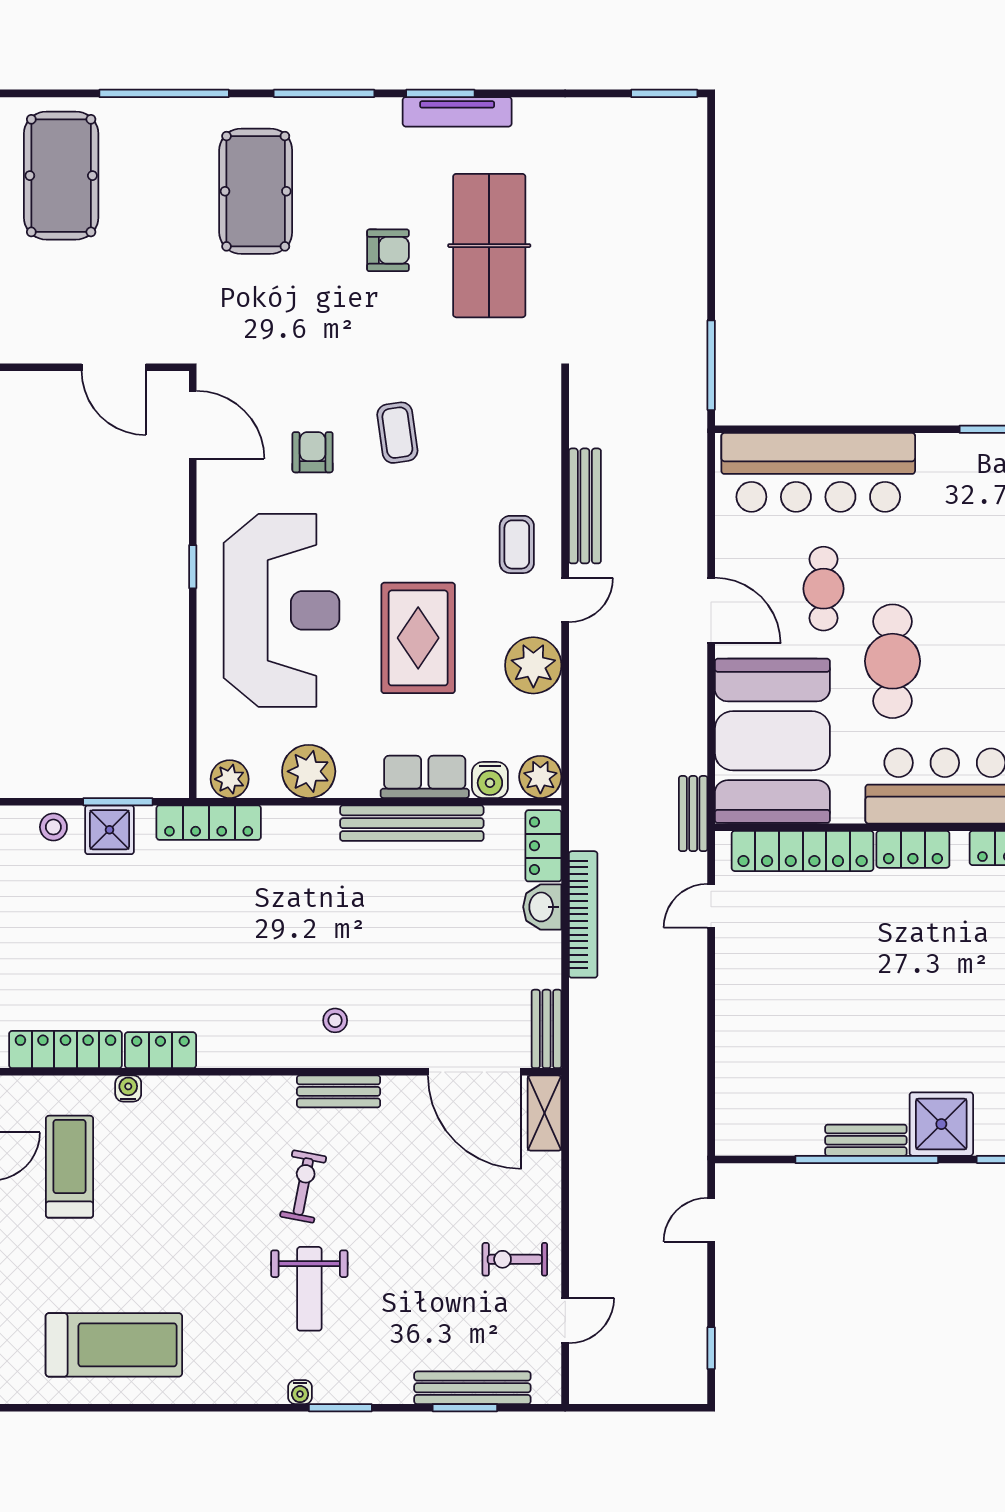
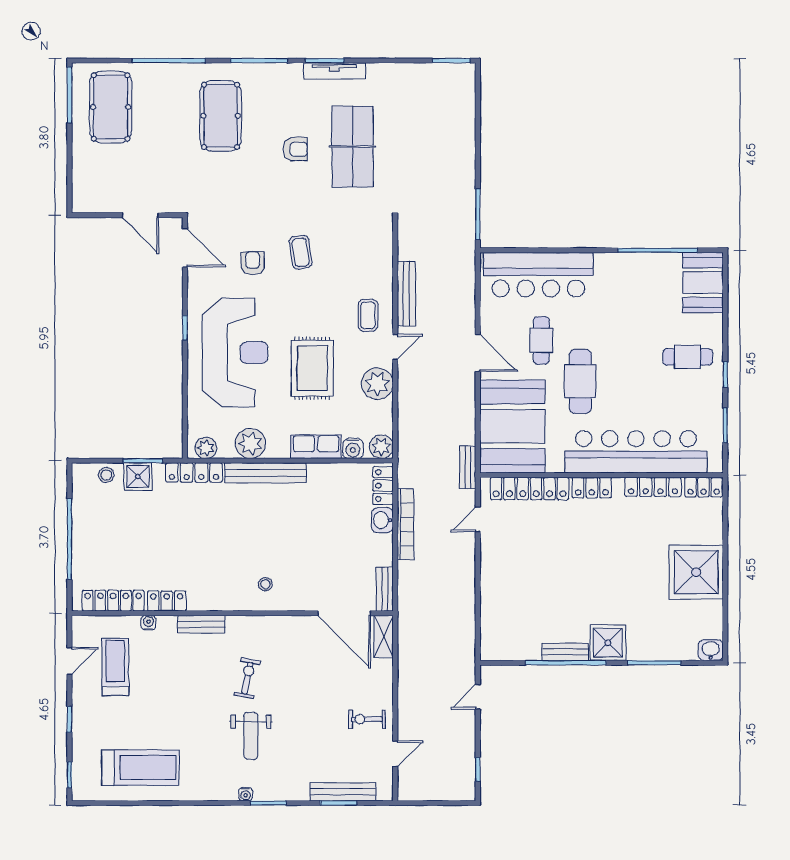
bench: (412, 823) -> (266, 473), moved
bench: (339, 1091) -> (201, 624), moved

